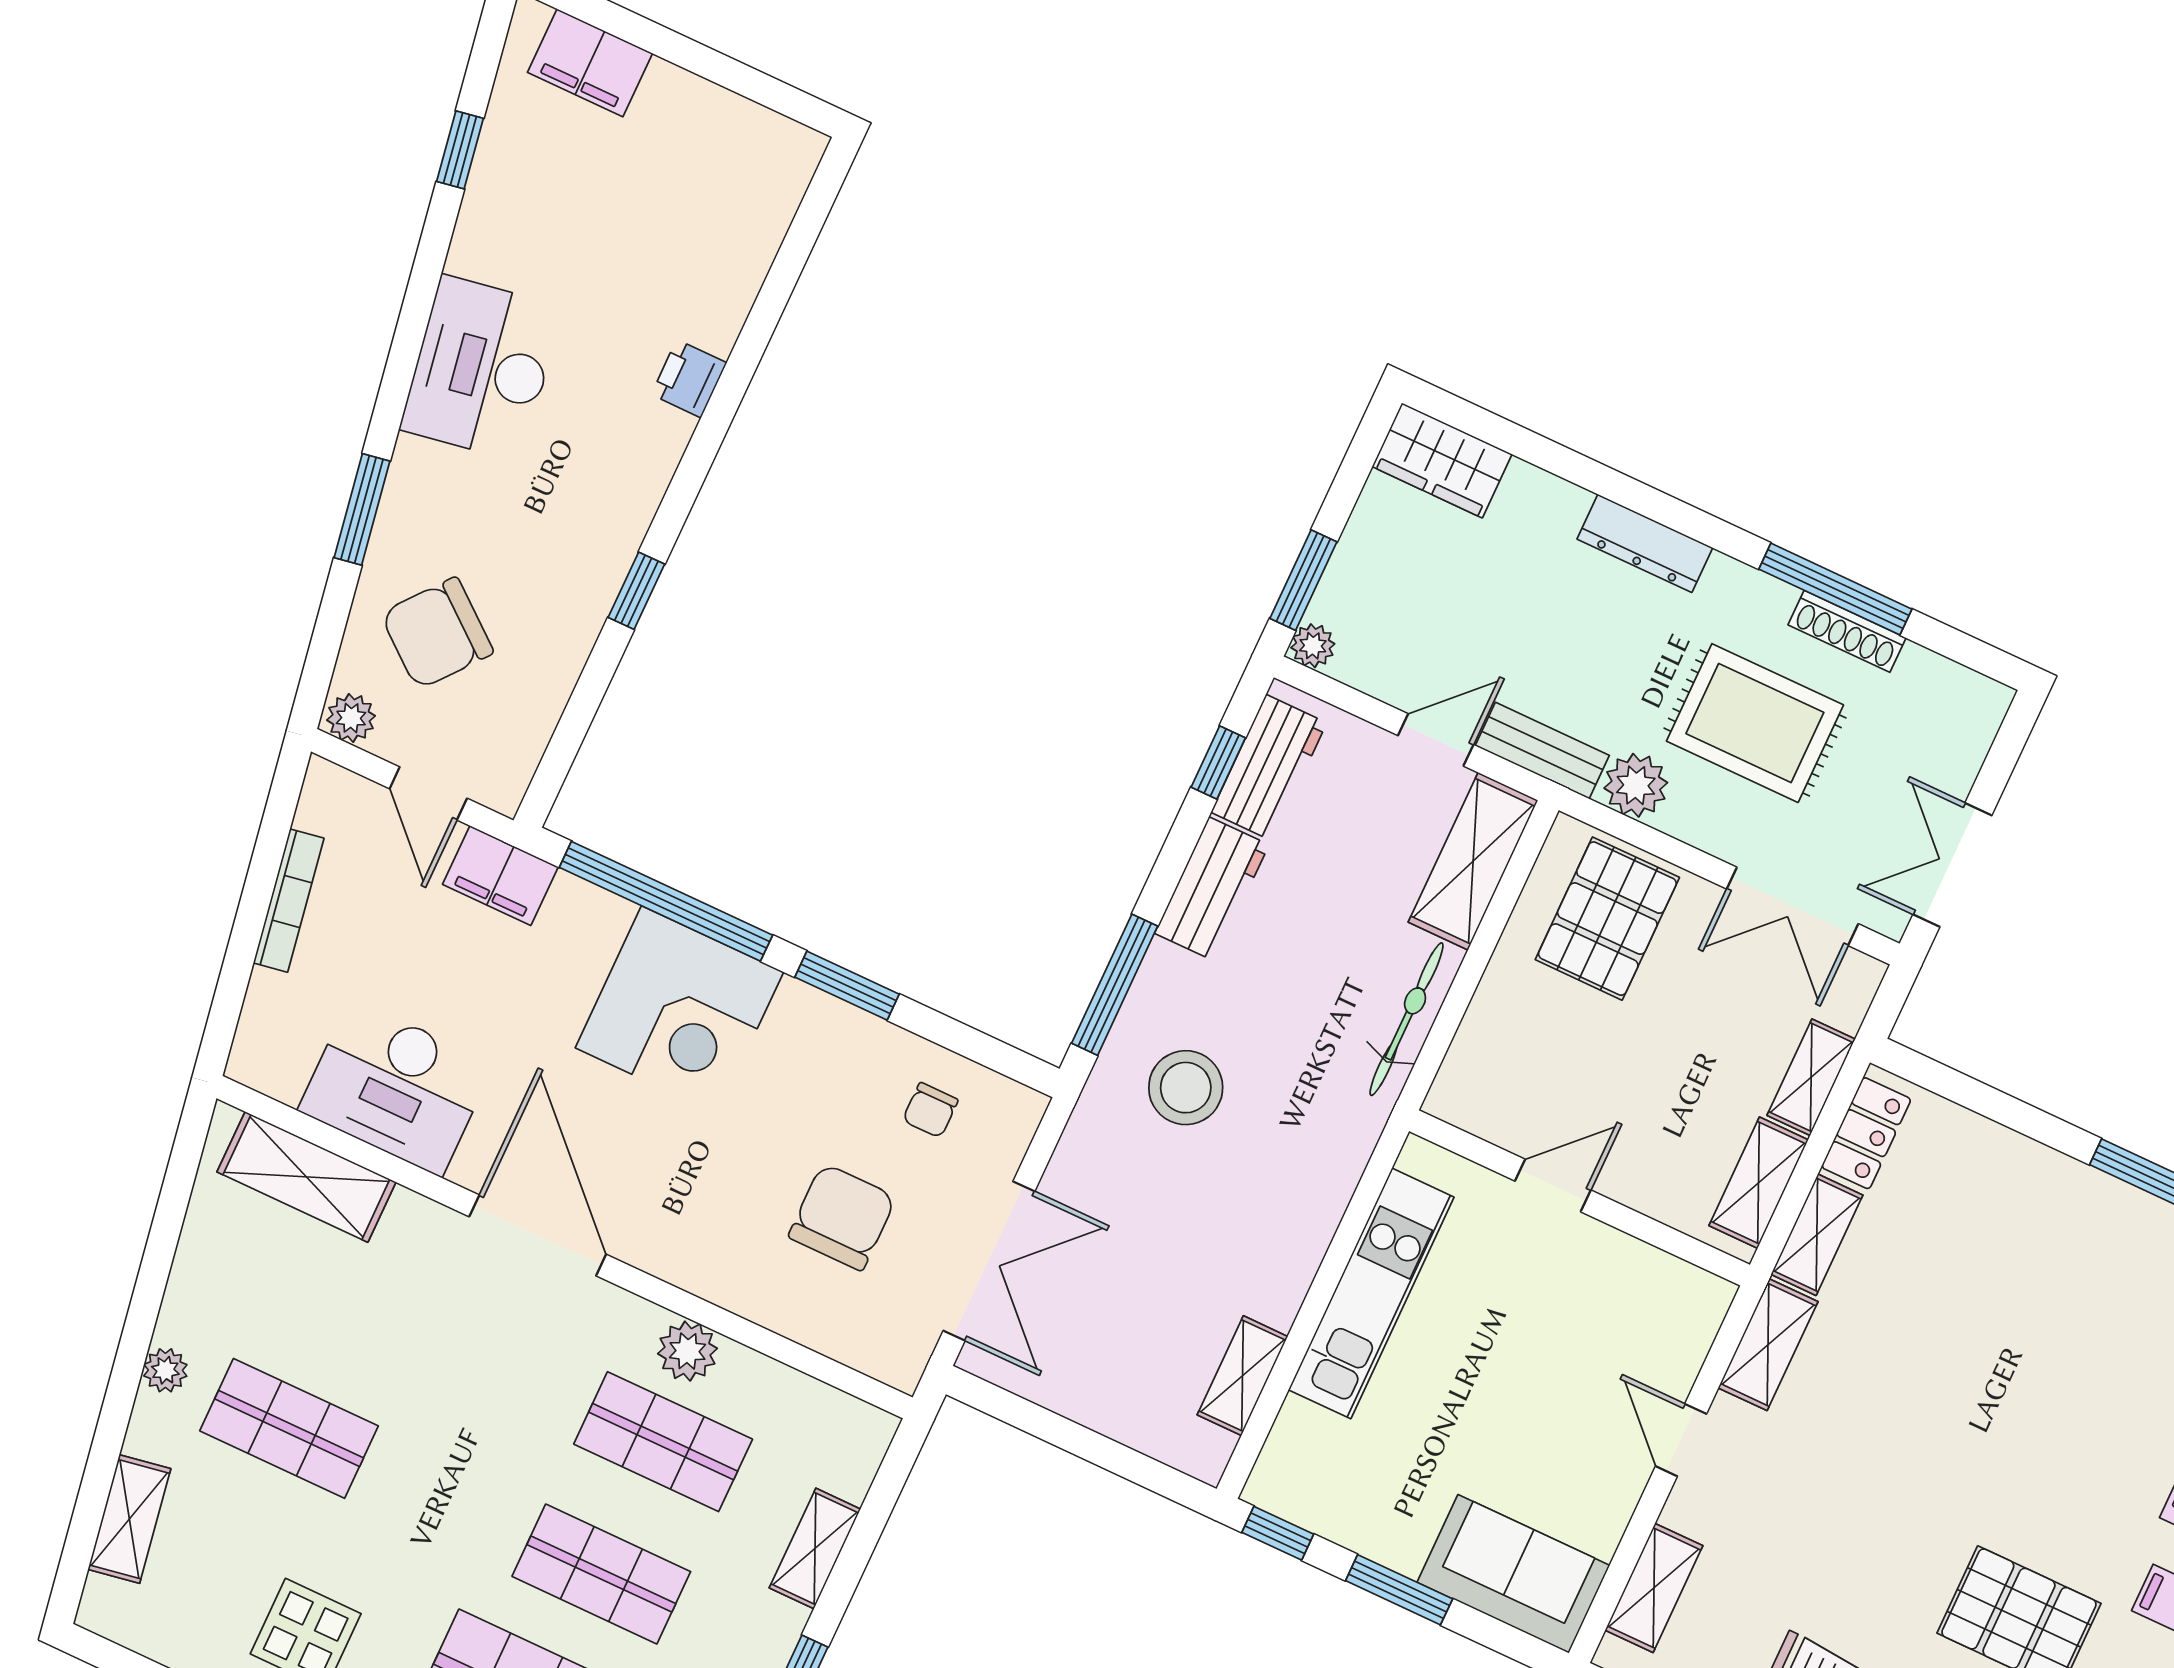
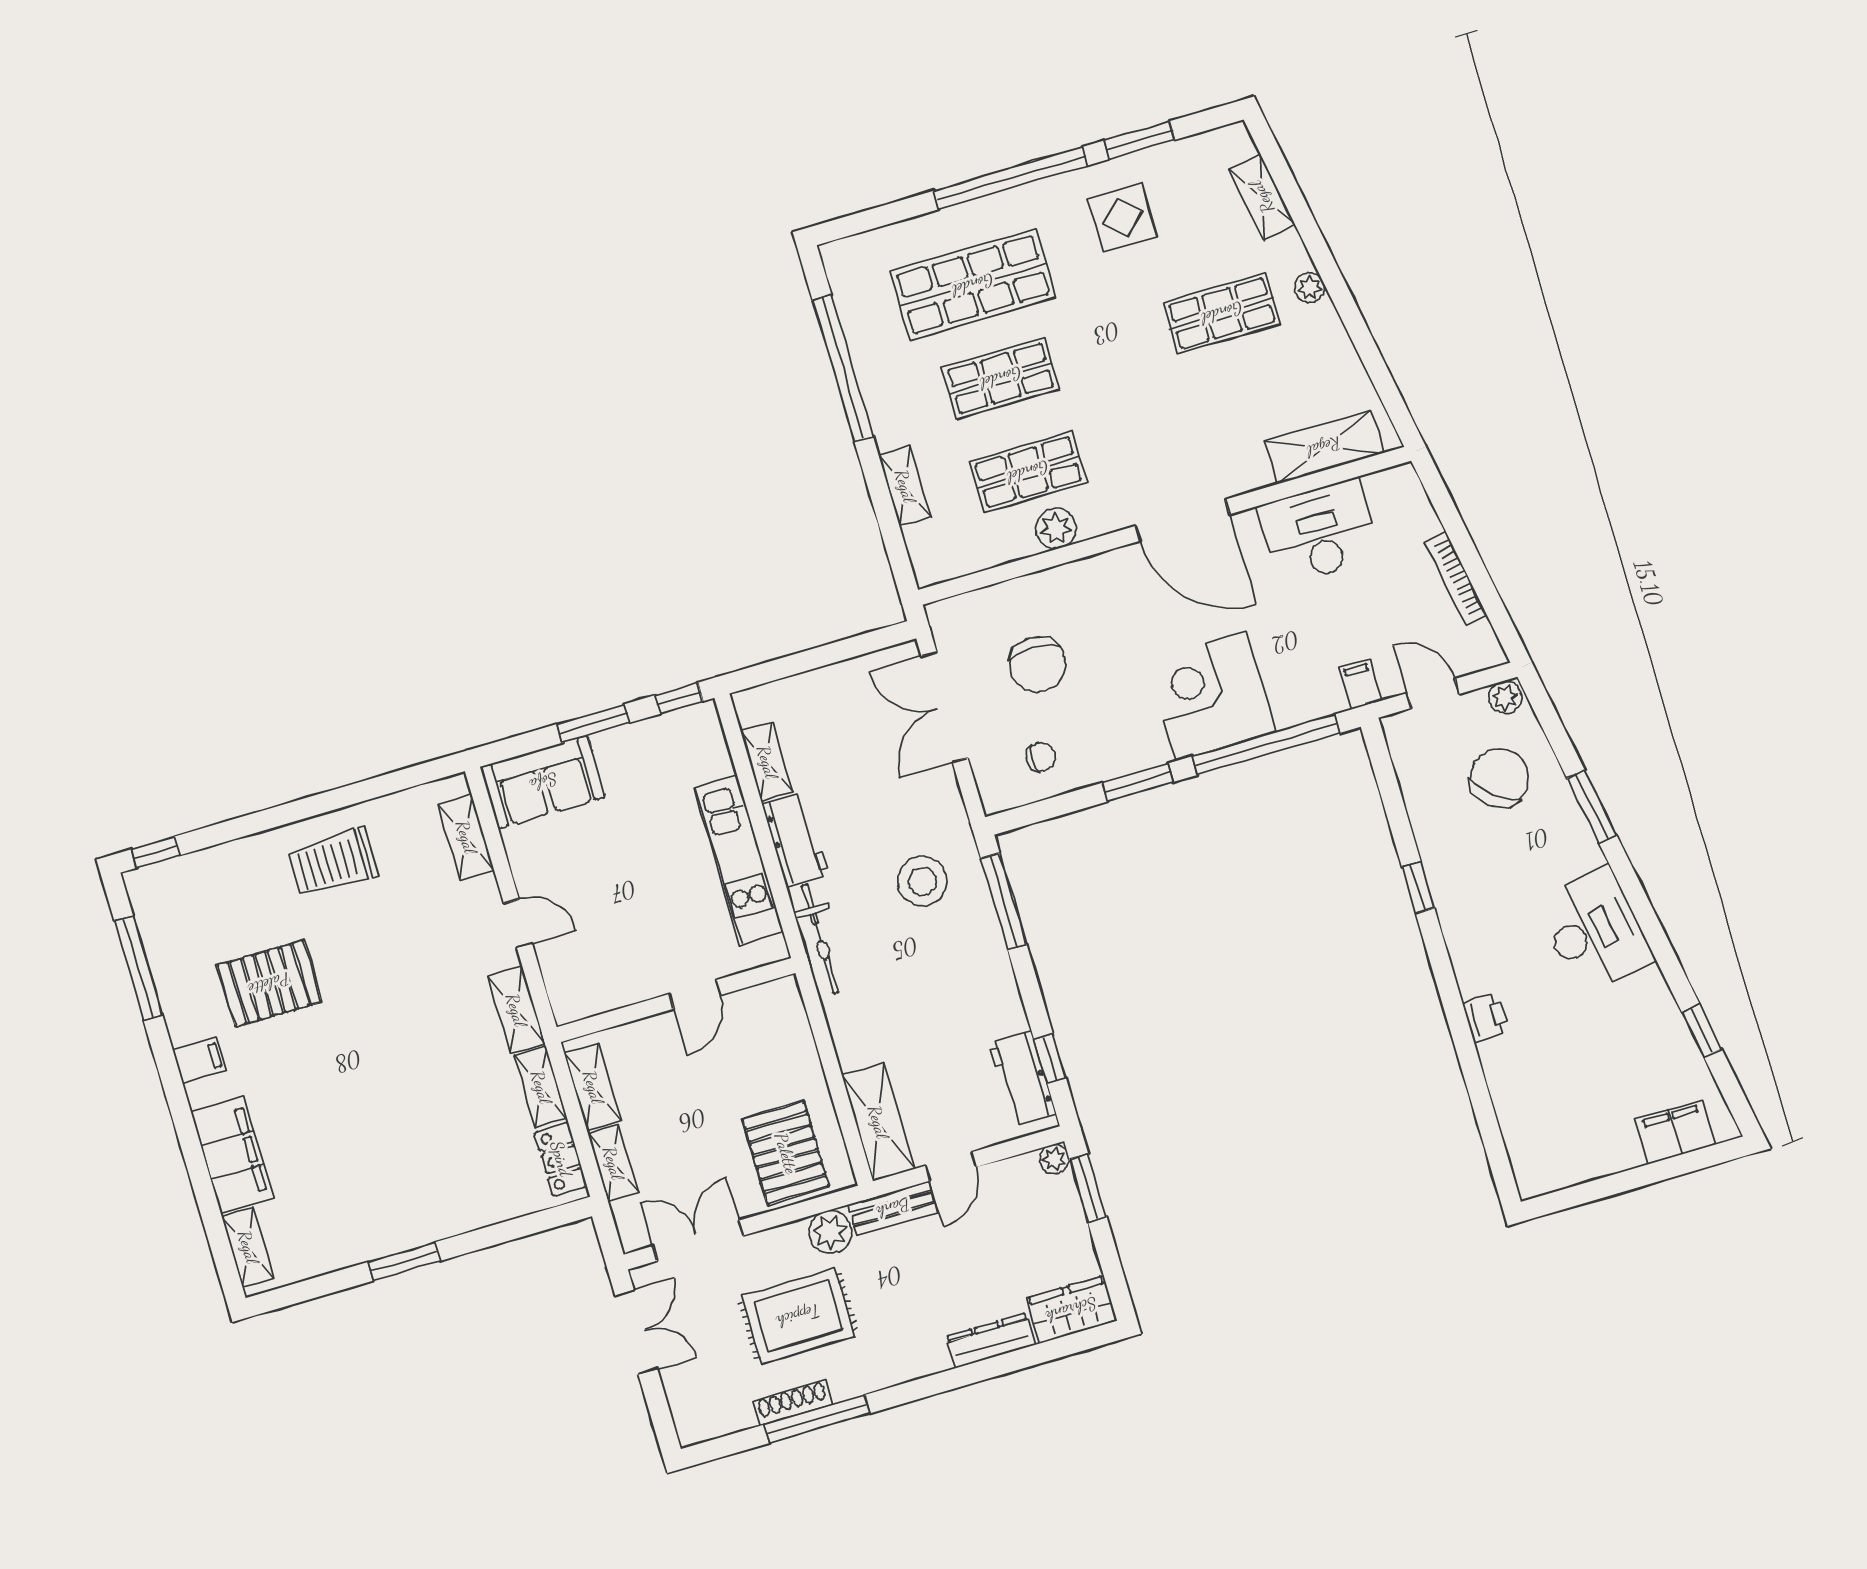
dresser: (1645, 543) -> (991, 1341), moved
filing cabinet: (500, 876) -> (1360, 684), width x0.50
workbench: (1212, 889) -> (795, 839), moved, turned 180
bicycle: (1407, 1019) -> (820, 939), moved
chair: (930, 1110) -> (1041, 757), turned 90

